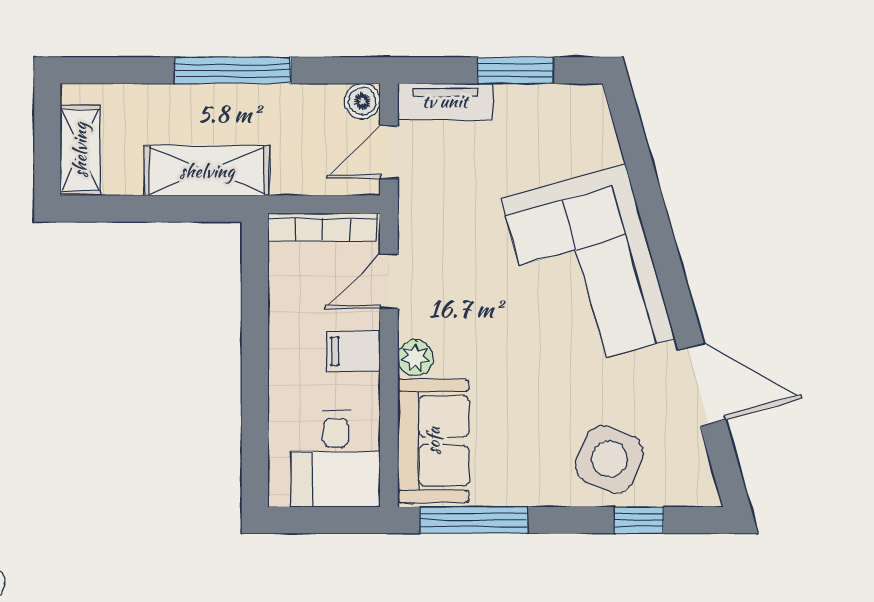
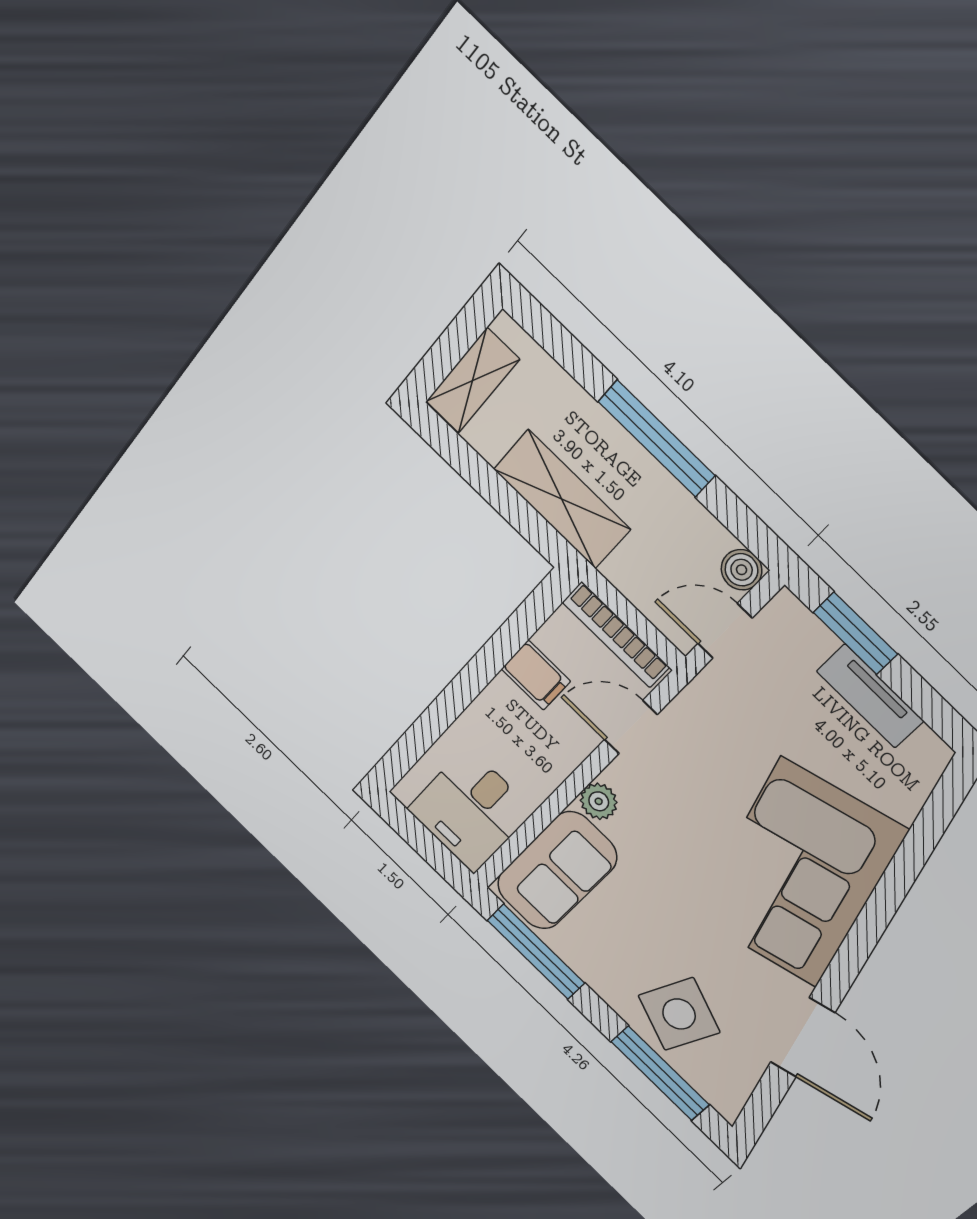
window: (515, 70) -> (855, 633), moved
tv unit: (445, 101) -> (870, 696), moved
filing cabinet: (353, 351) -> (536, 675), moved, turned 180
window: (639, 520) -> (660, 1073), width x2.17

